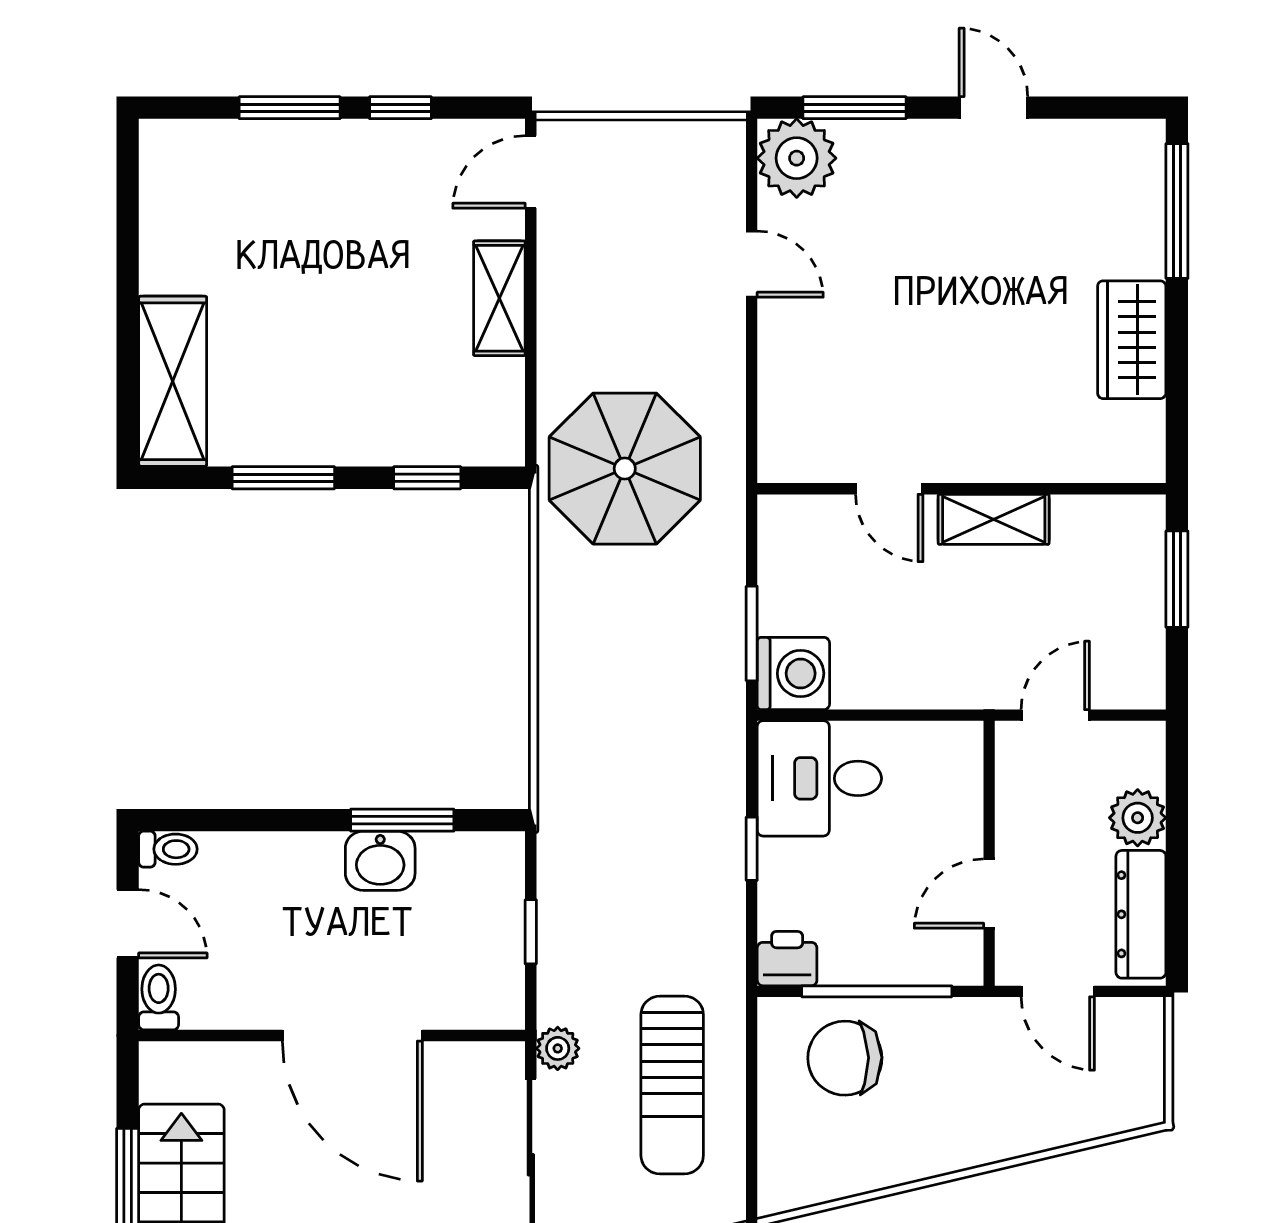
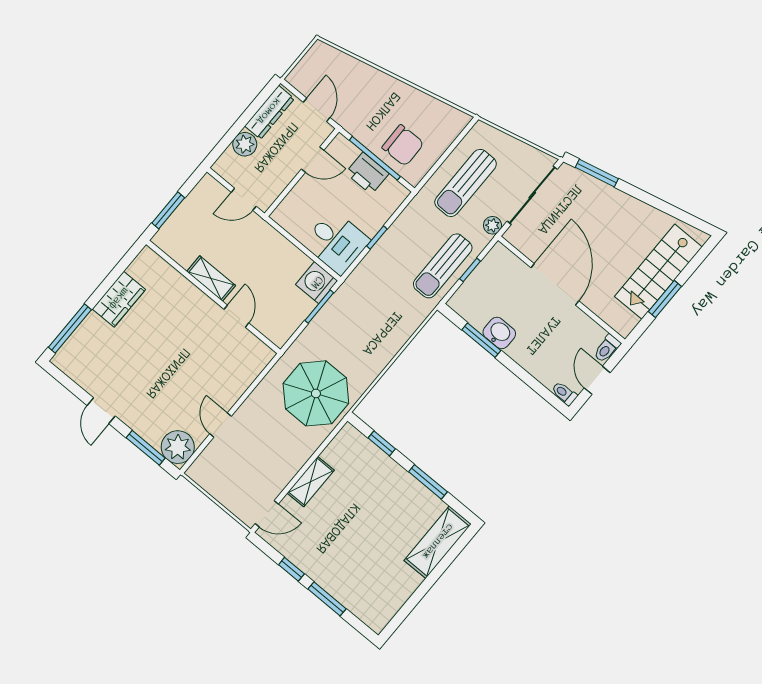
sun lounger: (587, 897) -> (443, 266), added
printer: (787, 959) -> (367, 173), moved, width x1.36, depth x1.24
sun lounger: (672, 1085) -> (466, 183), turned 180

